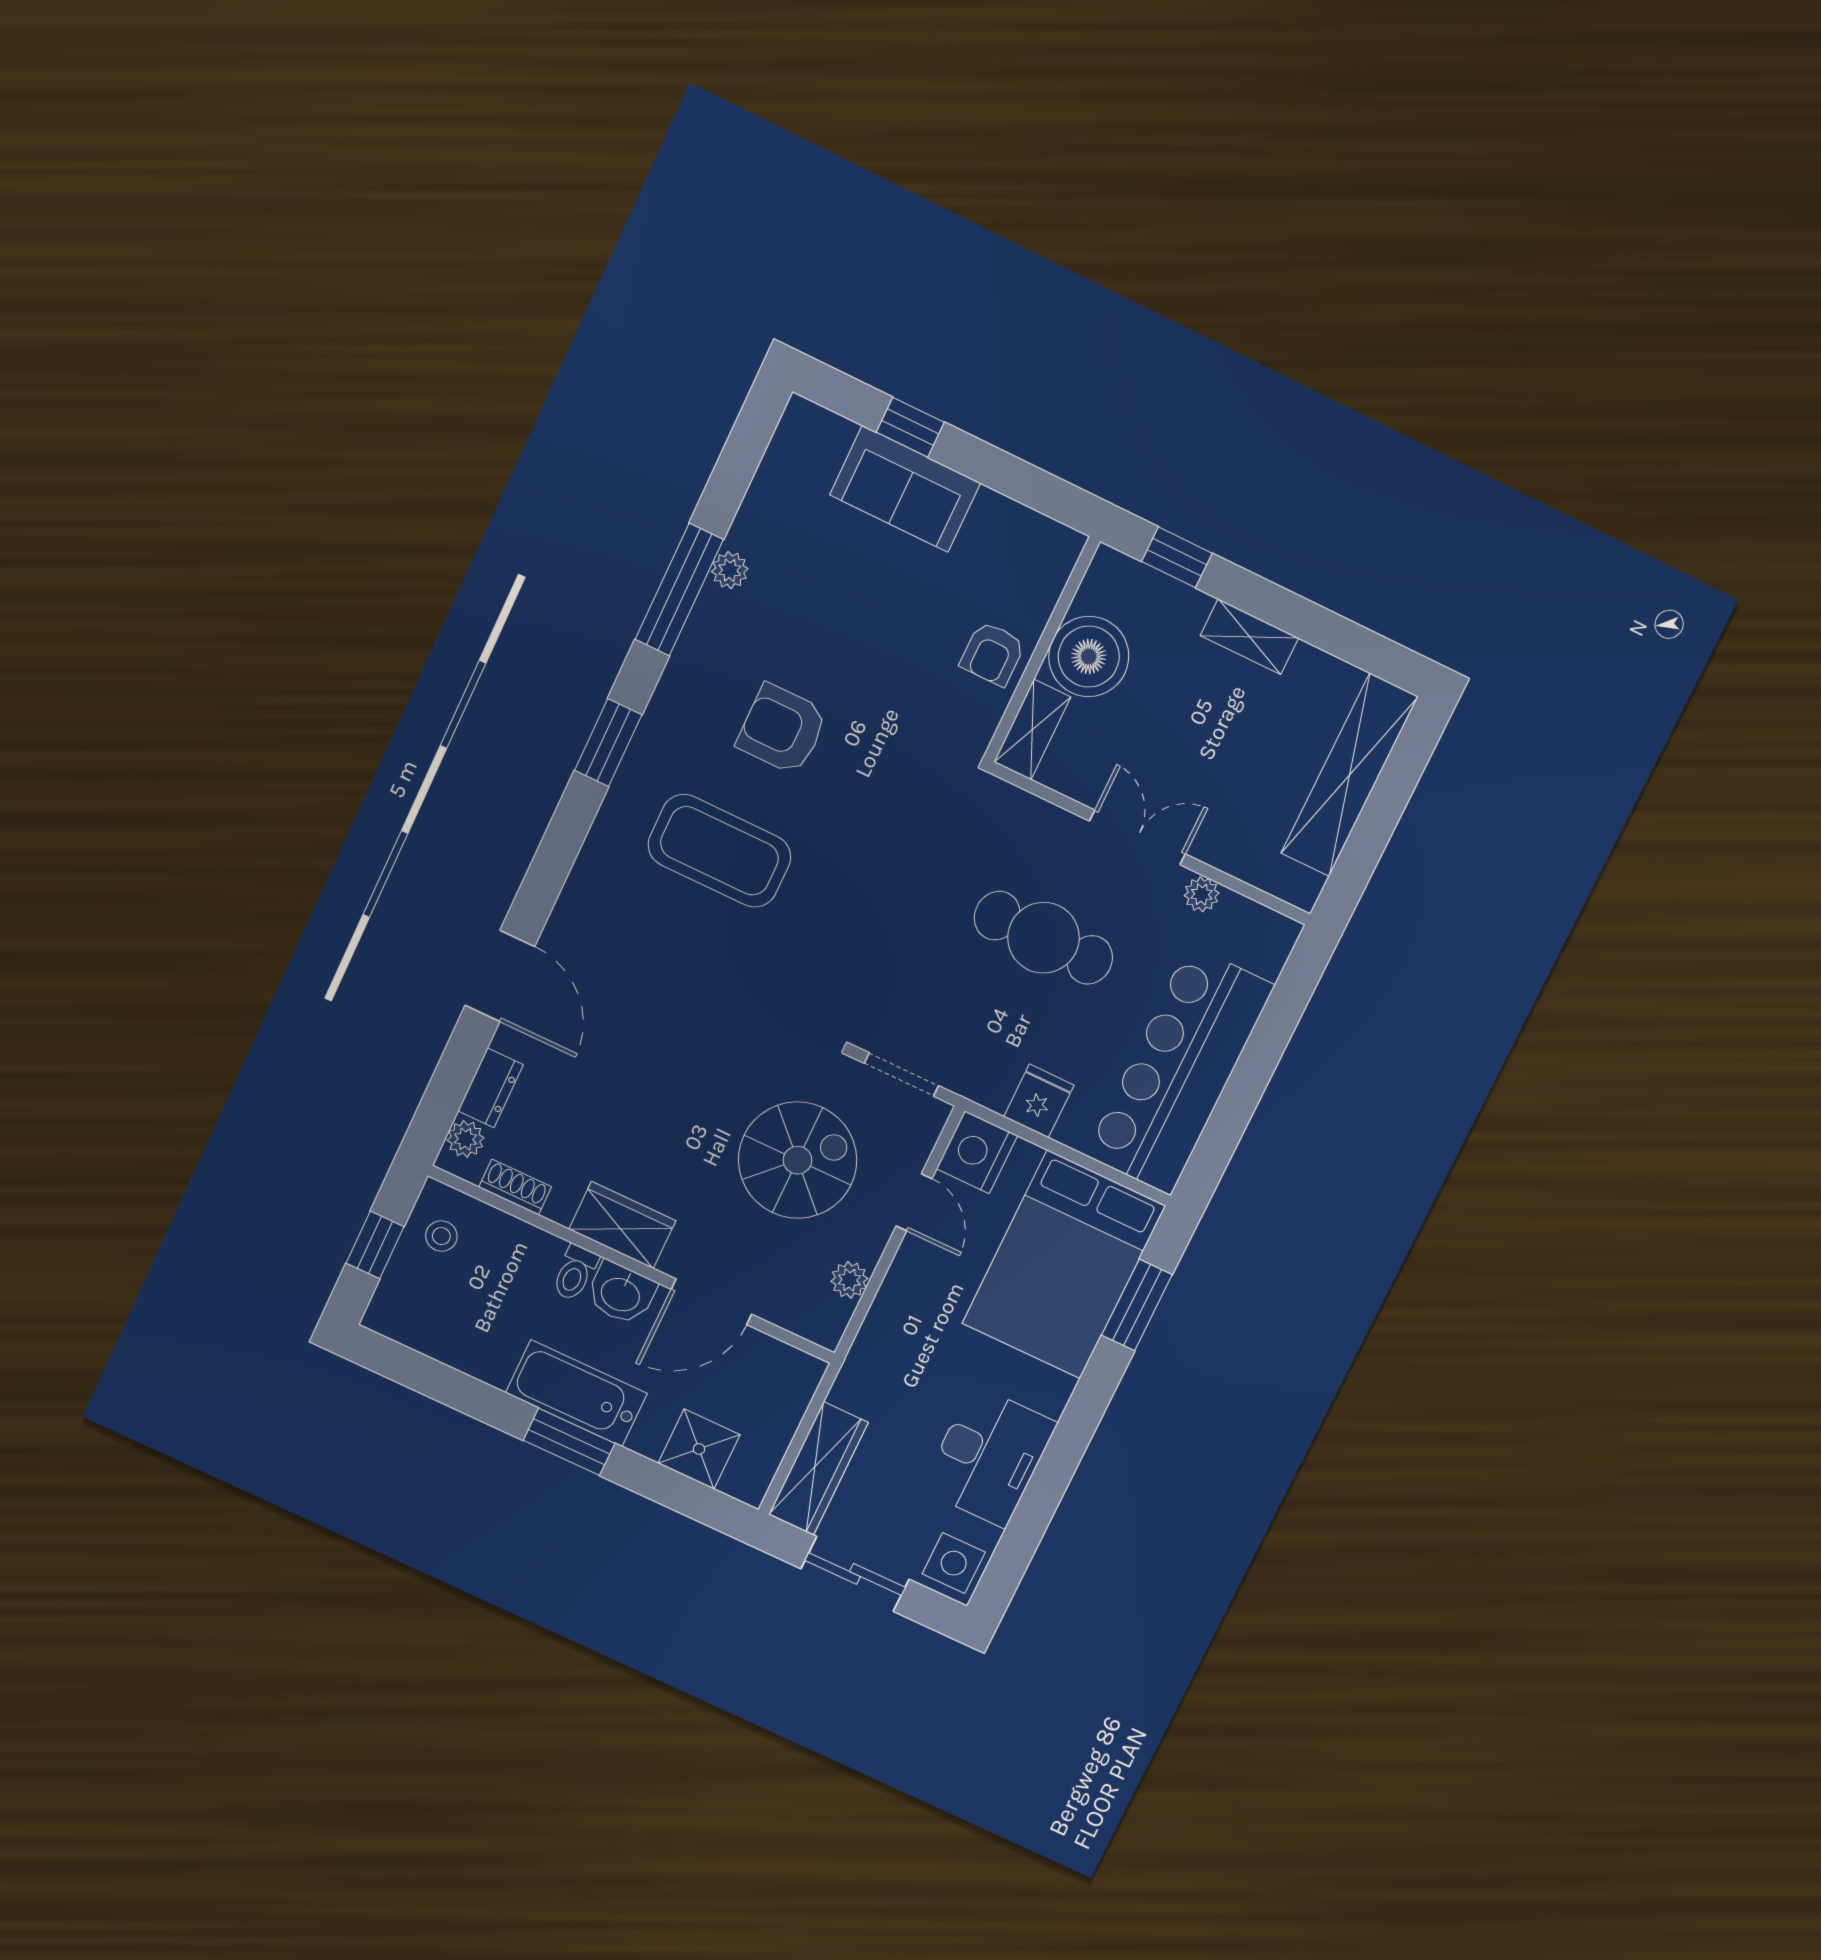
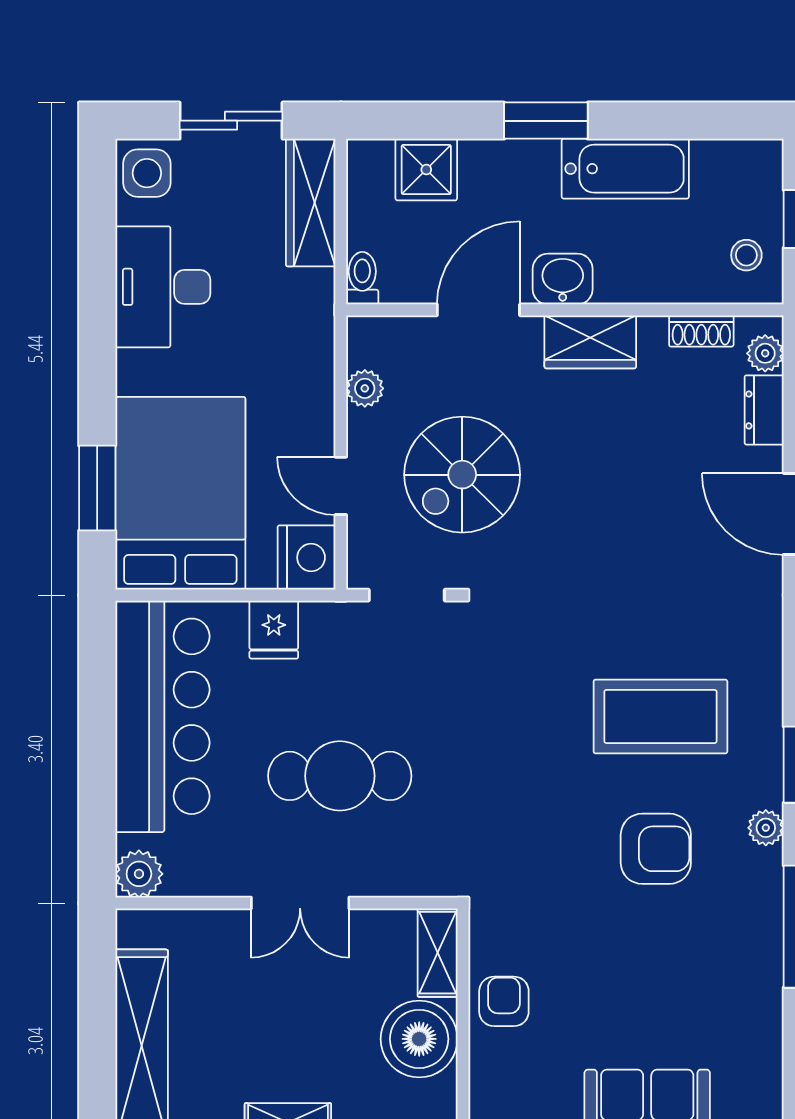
plant: (730, 570) -> (766, 828), moved
plant: (1202, 894) -> (139, 874), moved, width x1.38, depth x1.38
toilet: (575, 1273) -> (362, 278), moved
bathtub: (576, 1393) -> (625, 169), moved

